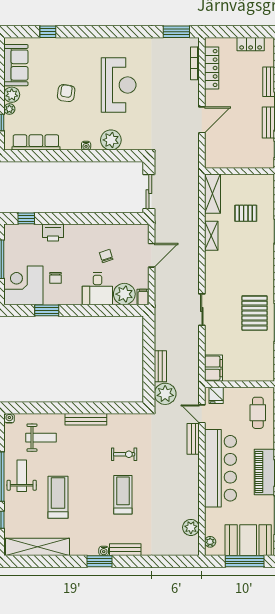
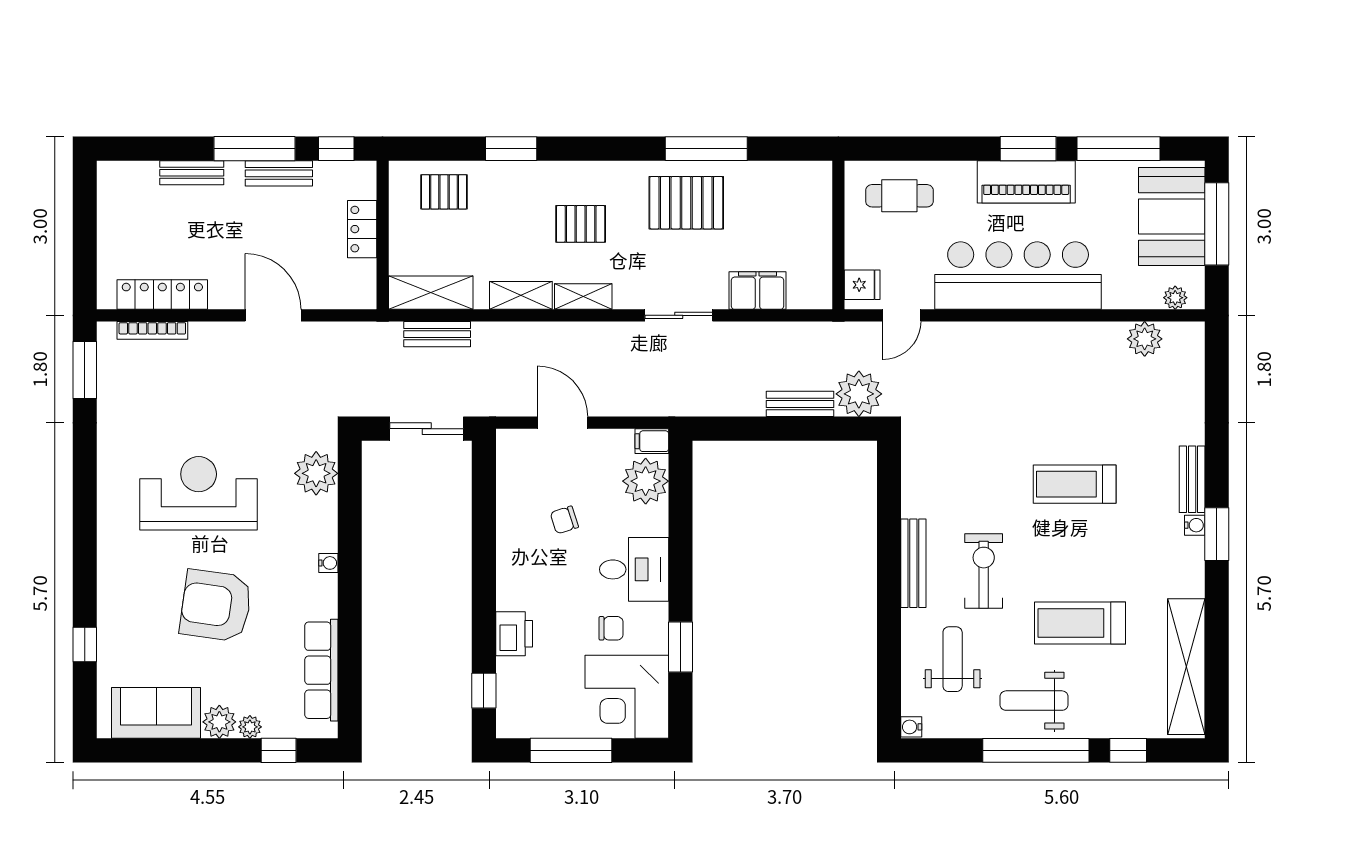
locker: (251, 44) -> (362, 229), moved, turned 180
armchair: (66, 93) -> (216, 606), width x1.88, depth x1.88
plant: (111, 140) -> (316, 473), moved
pallet: (246, 213) -> (444, 192), moved, turned 90
pallet: (245, 264) -> (581, 224), added
shelving: (211, 265) -> (583, 297), added
desk: (97, 289) -> (634, 569), moved
filing cabinet: (213, 368) -> (757, 291), moved
bench: (193, 439) -> (437, 334), moved
exercise bike: (124, 454) -> (984, 571), moved, width x1.38, depth x1.39

